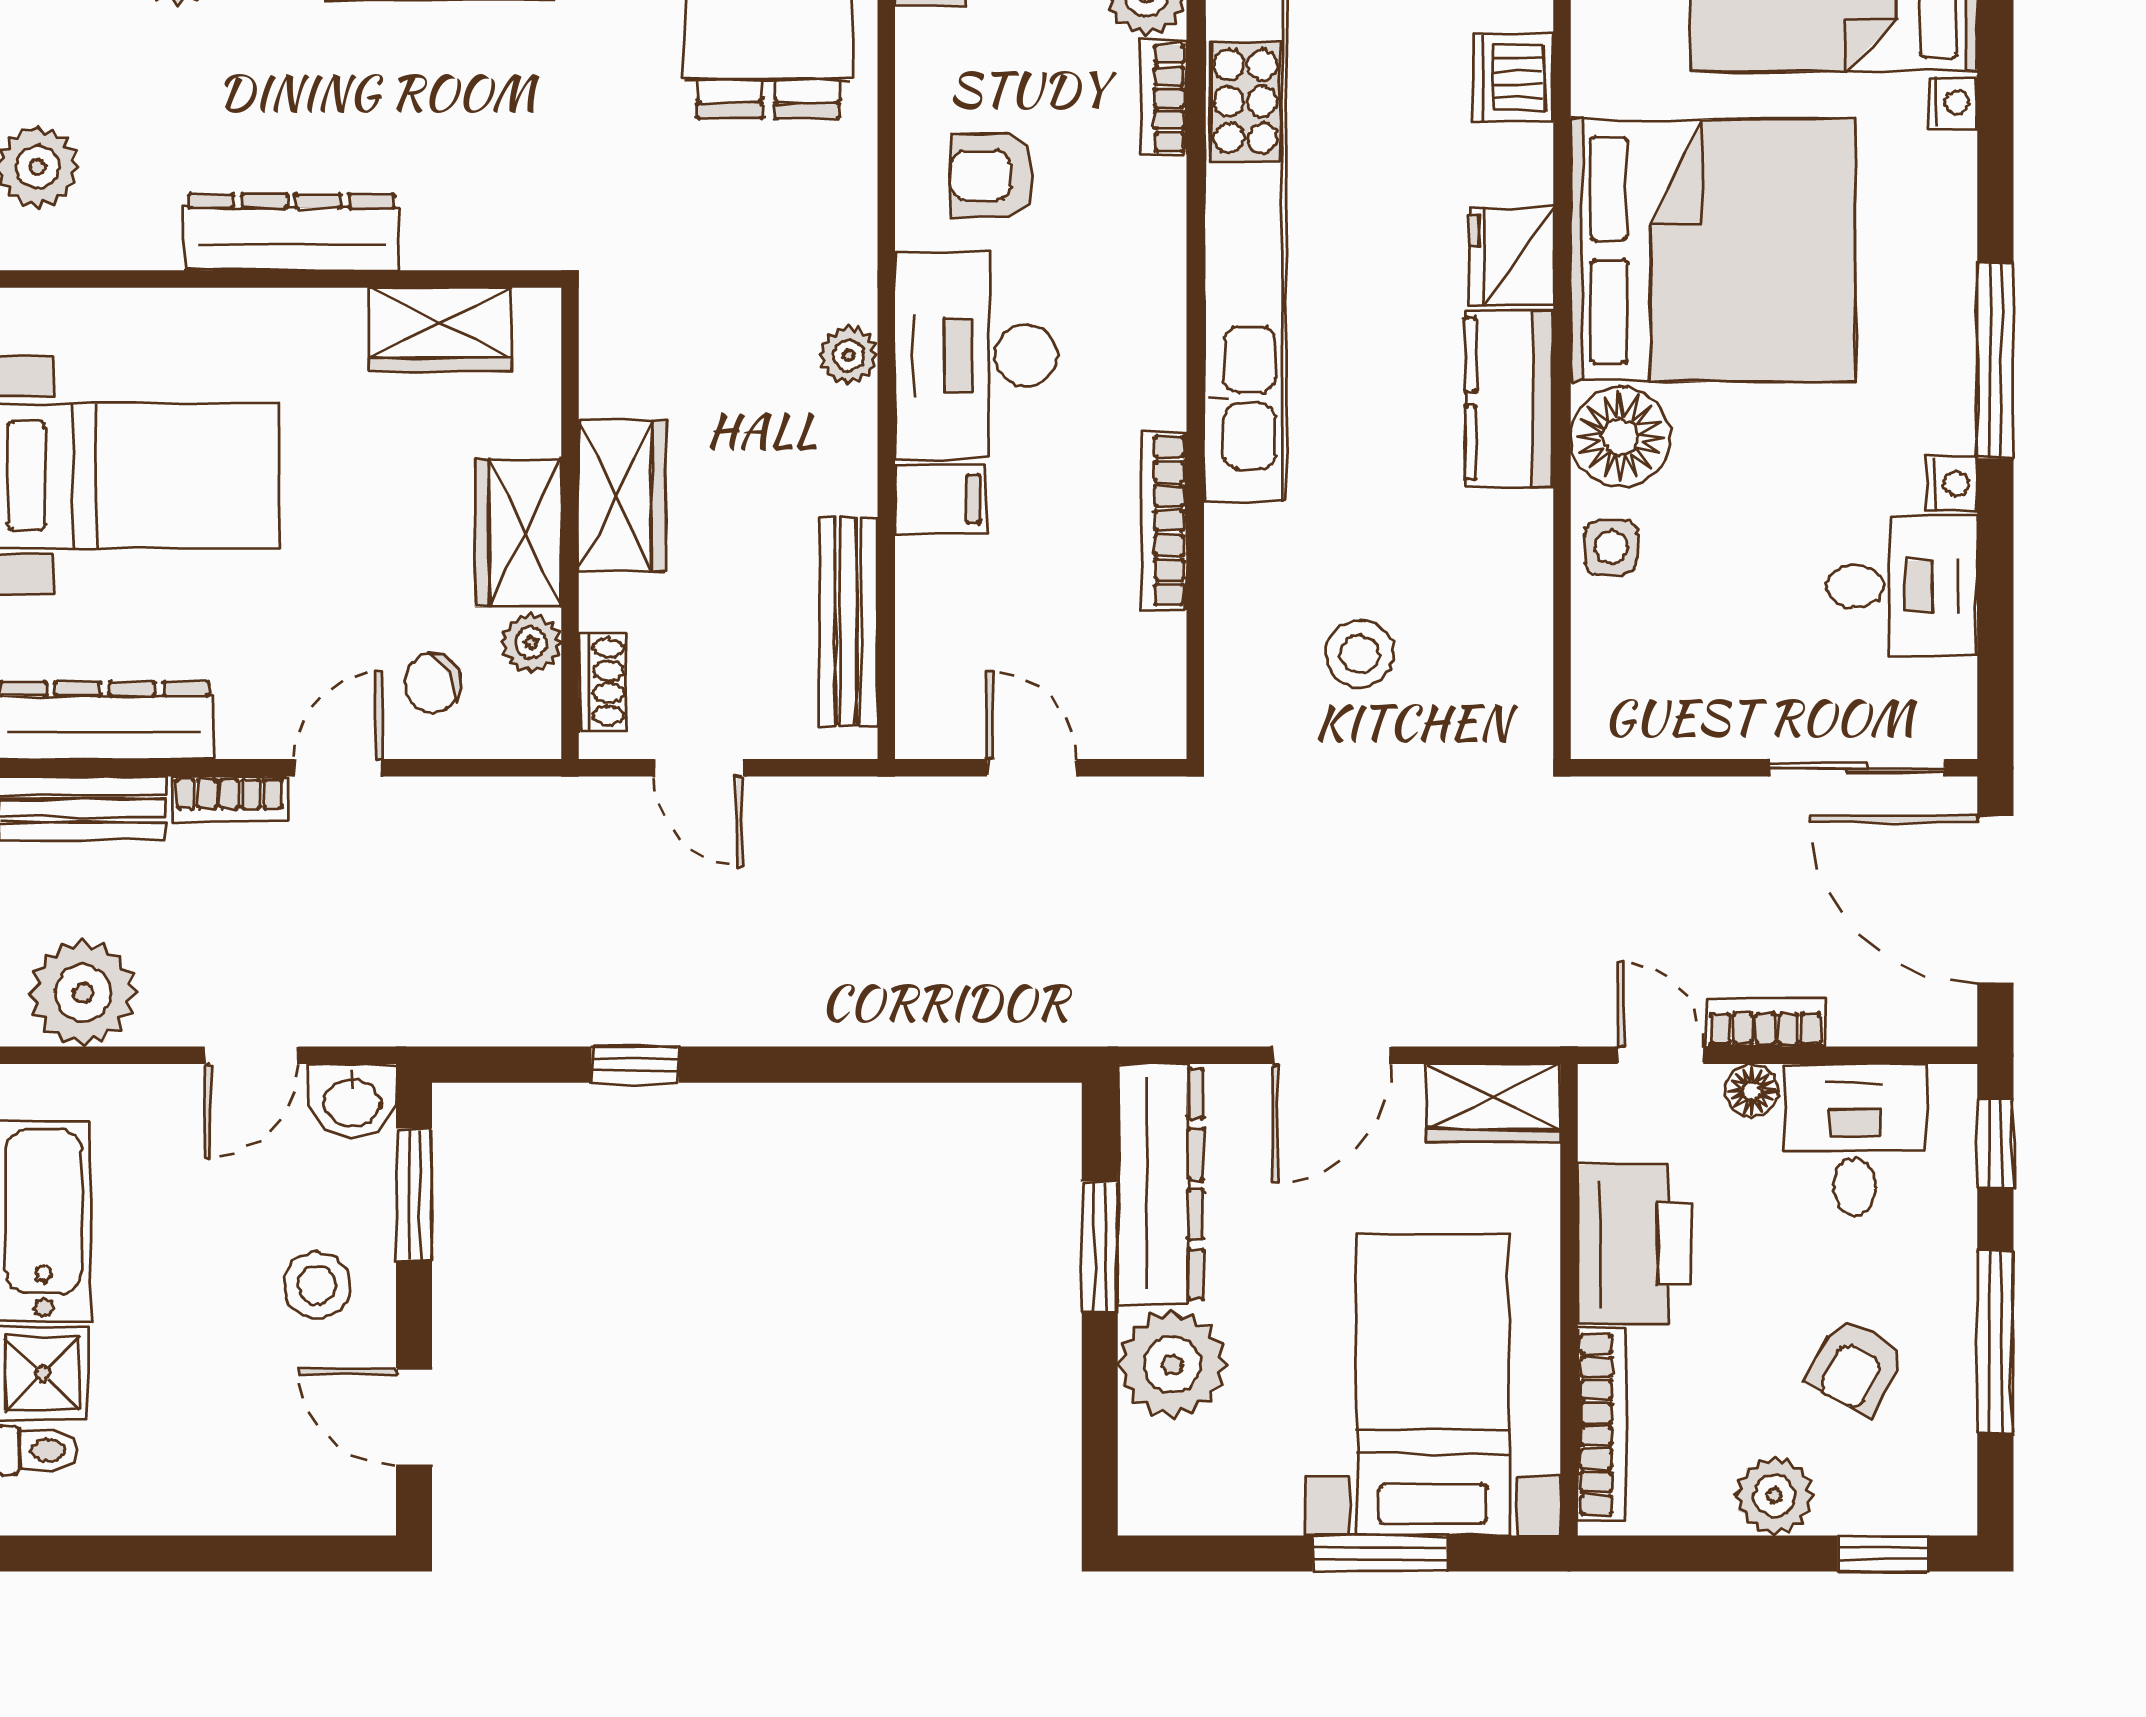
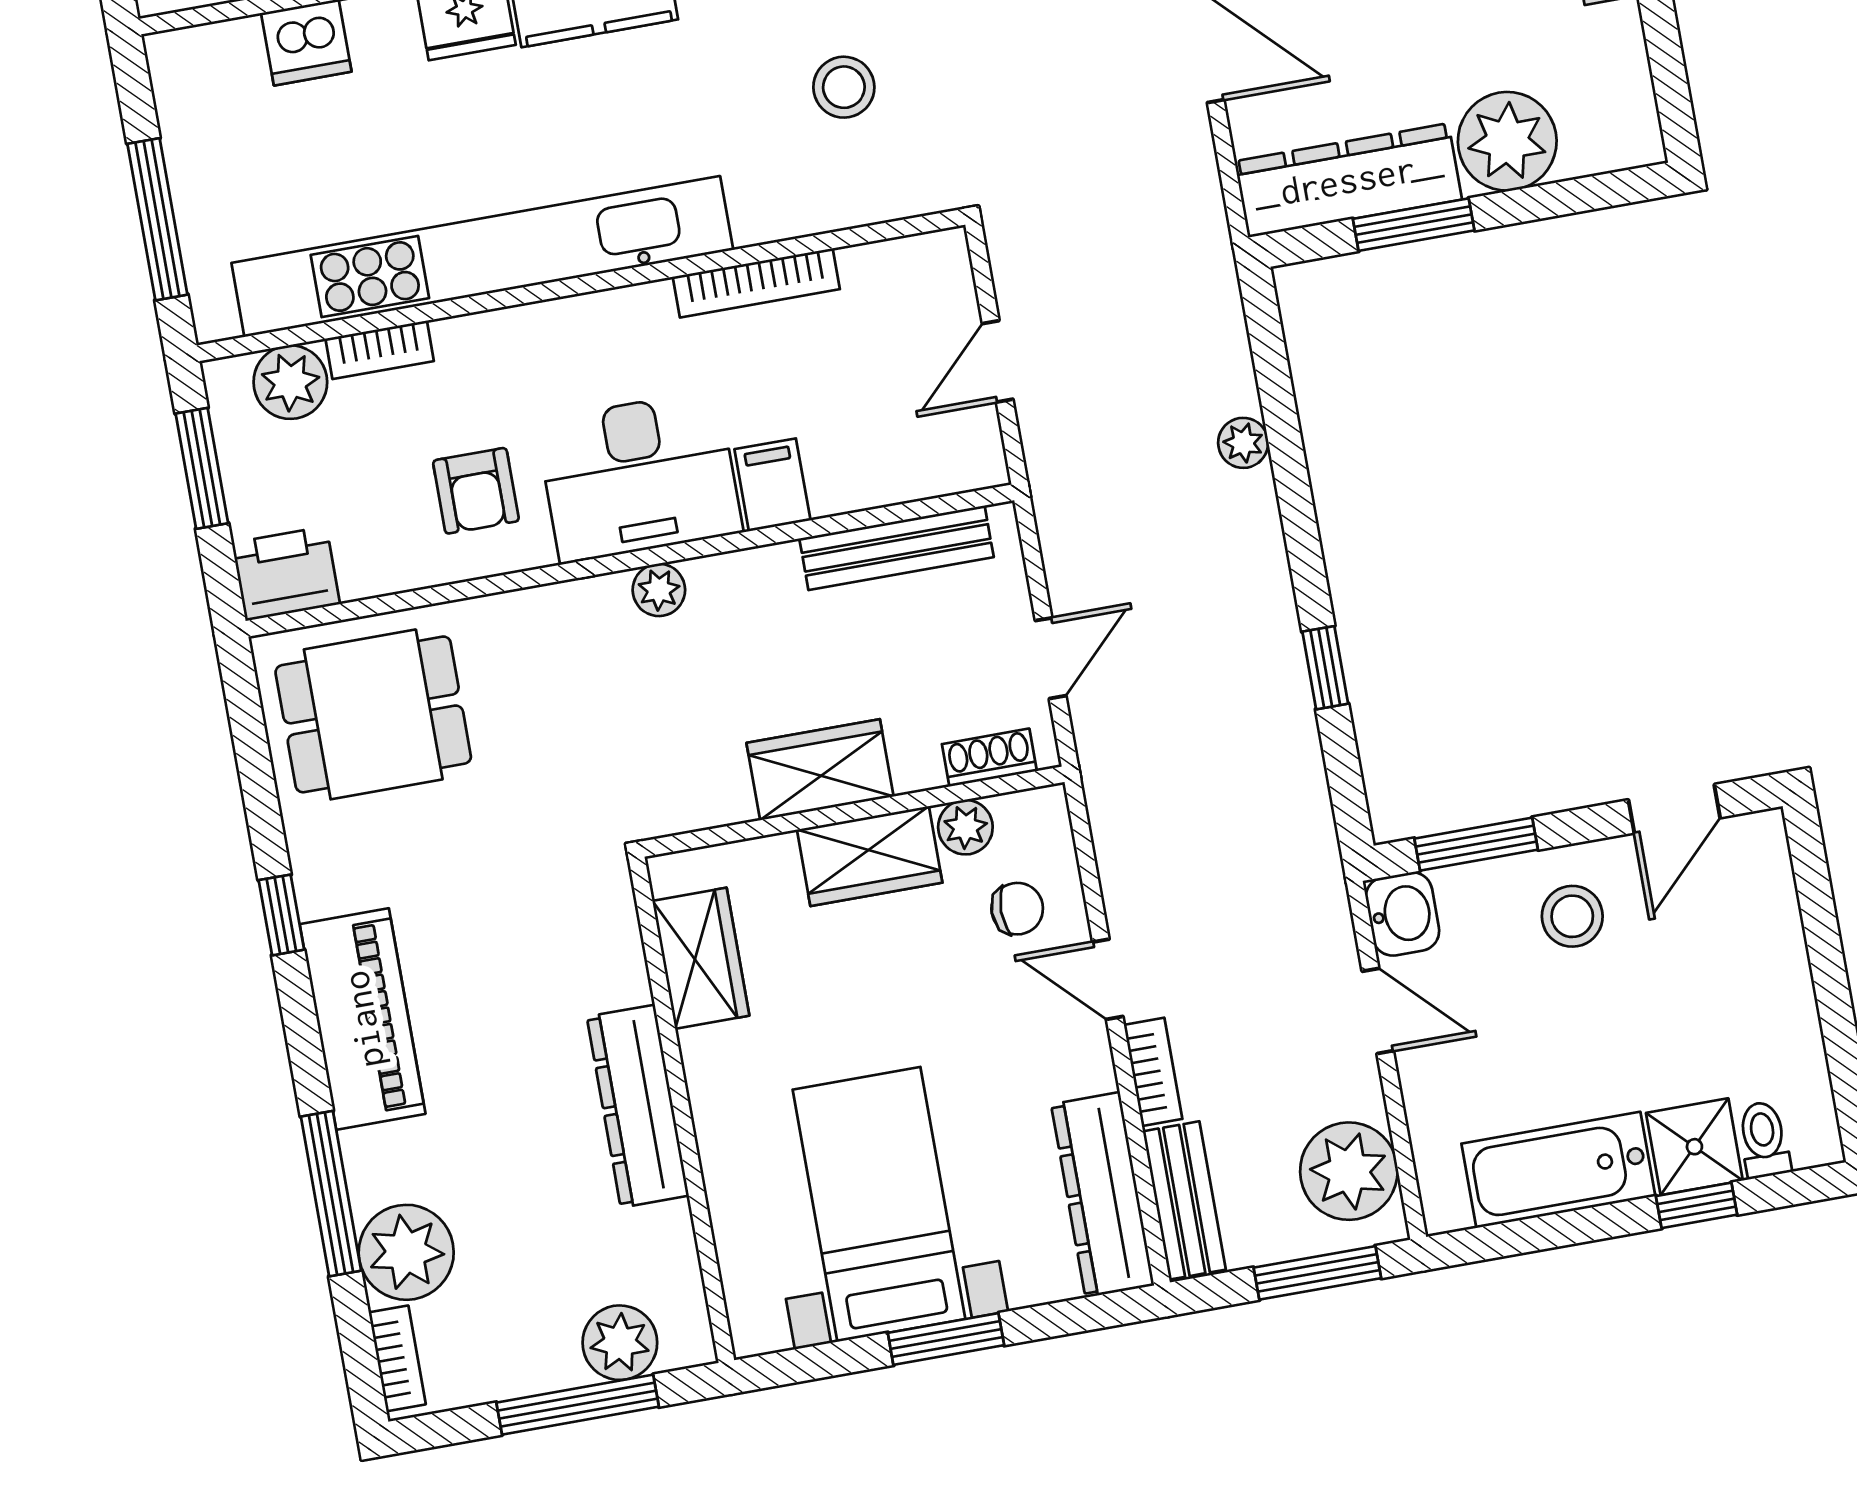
chair: (433, 683) -> (1017, 909), turned -60
plant: (895, 1019) -> (1243, 443), added

